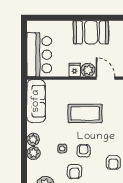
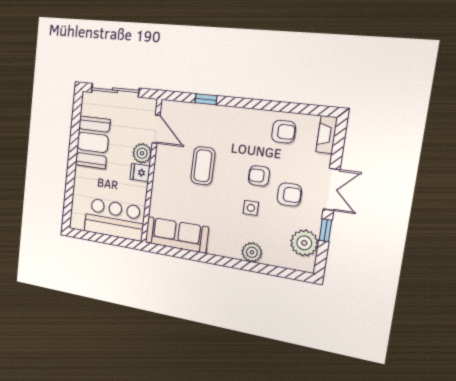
door: (105, 78) -> (156, 129), swing flipped
coffee table: (85, 113) -> (203, 166), width x0.73, depth x0.76
plant: (33, 139) -> (231, 249), removed

